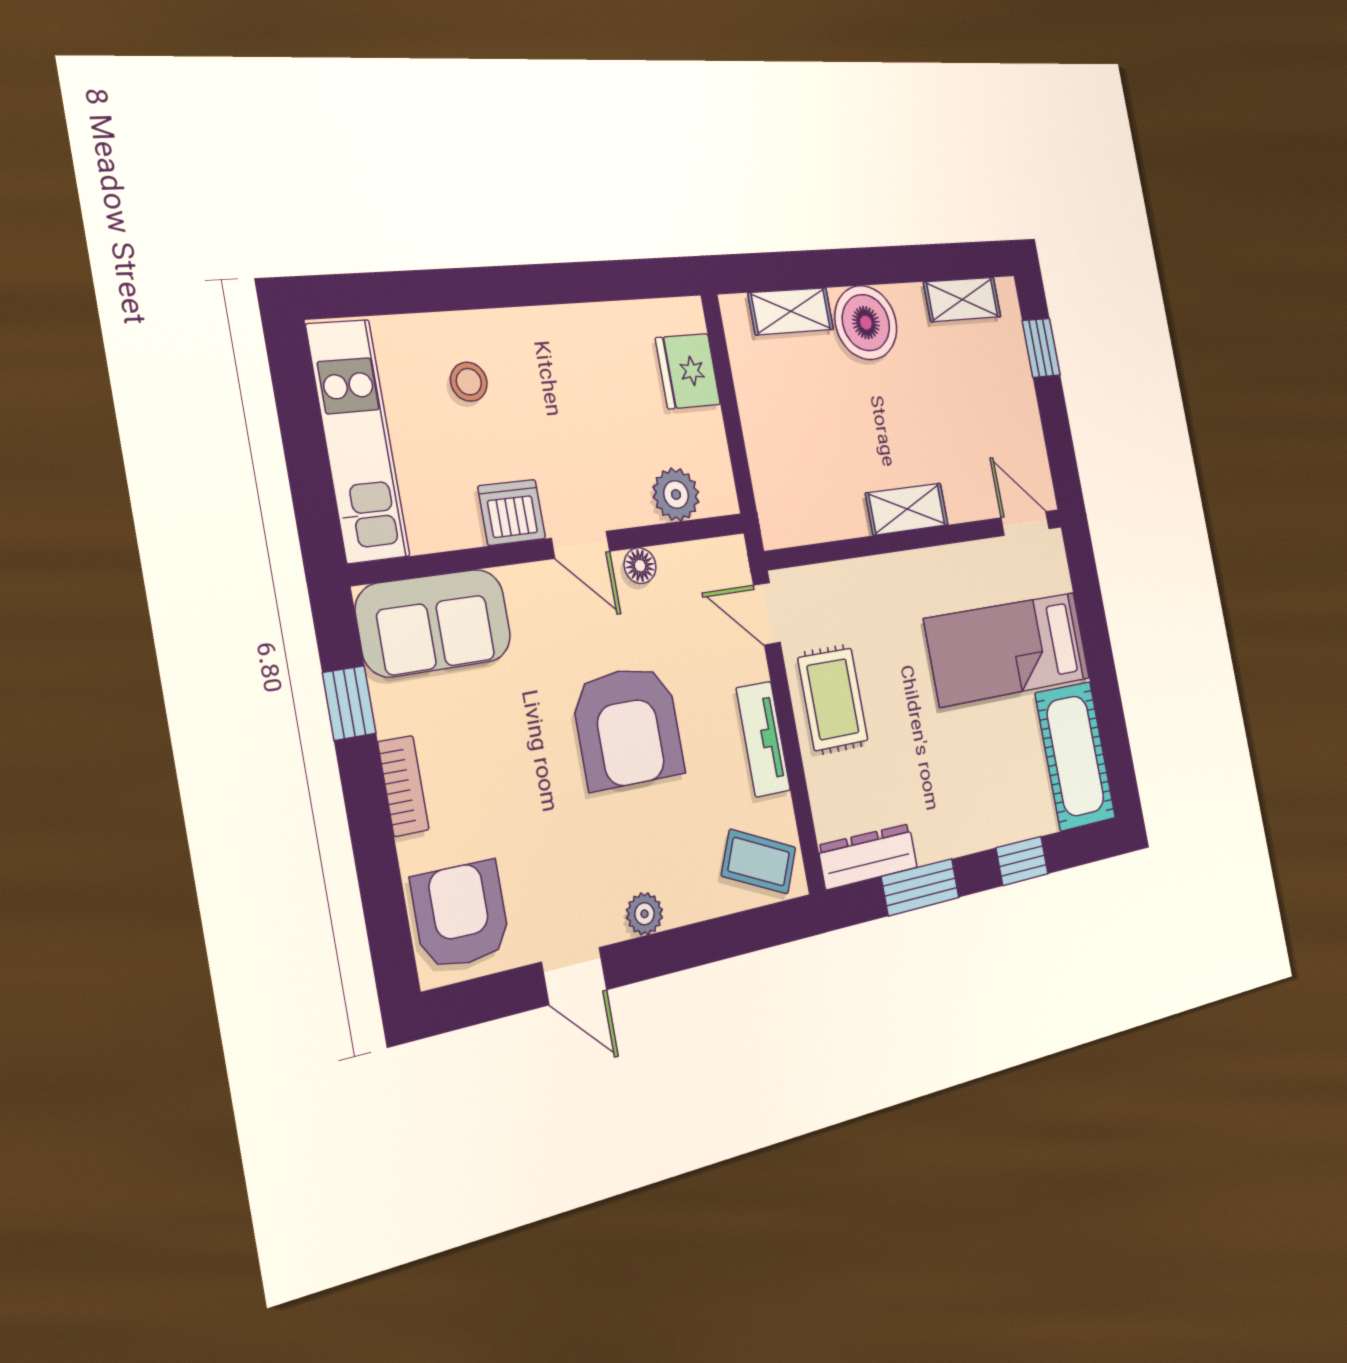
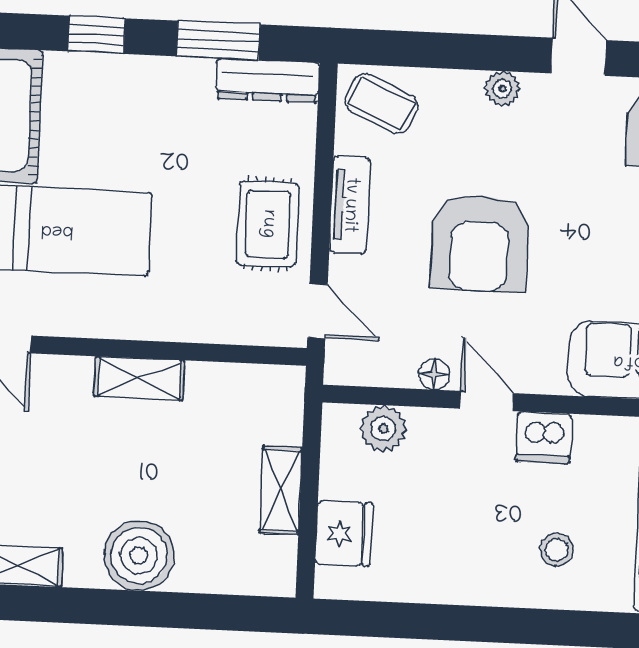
shelving: (791, 311) -> (281, 490), moved, turned 90
armchair: (628, 727) -> (479, 243), turned 180

